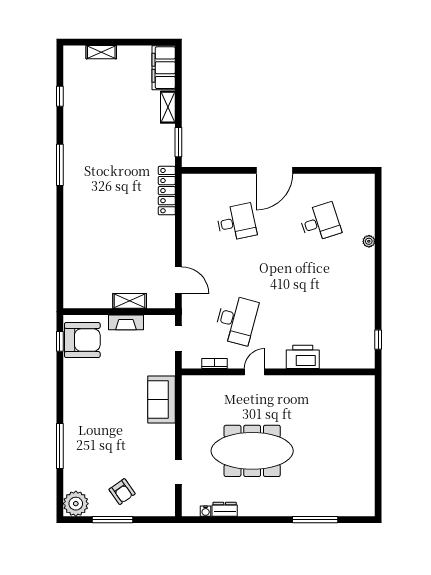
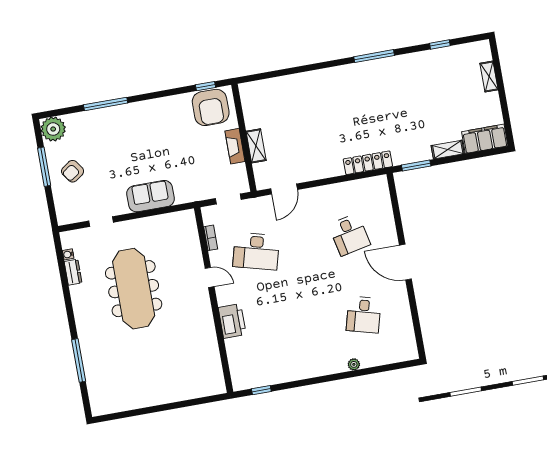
desk: (320, 222) -> (364, 315), turned 33
sofa: (161, 400) -> (151, 196), moved

